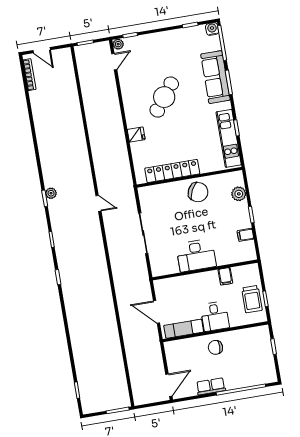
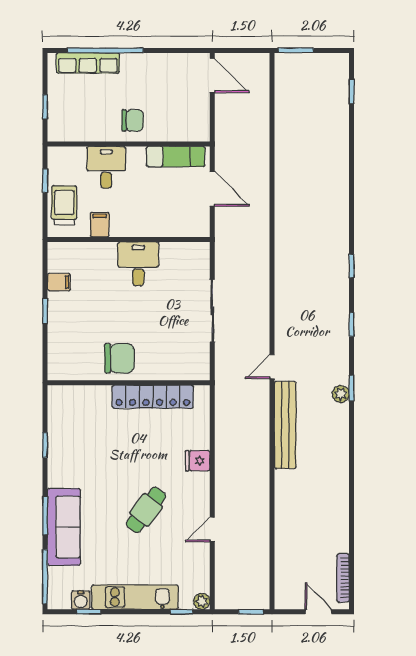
water cooler: (212, 29) -> (81, 600), moved
door: (114, 62) -> (212, 529), moved
cafe table: (164, 97) -> (146, 510), width x0.73, depth x0.74
kitchen unit: (229, 138) -> (135, 597), moved, turned -90
bench: (84, 167) -> (285, 425), added
chair: (198, 192) -> (119, 358), turned 153
plant: (239, 194) -> (58, 345), removed
door: (98, 203) -> (272, 367), hinge flipped
desk: (196, 255) -> (138, 264), width x0.73
trolley: (252, 299) -> (64, 205), moved
desk: (215, 316) -> (106, 167), moved
door: (169, 385) -> (212, 76), swing flipped
row of seats: (211, 386) -> (88, 63), moved, width x1.48

